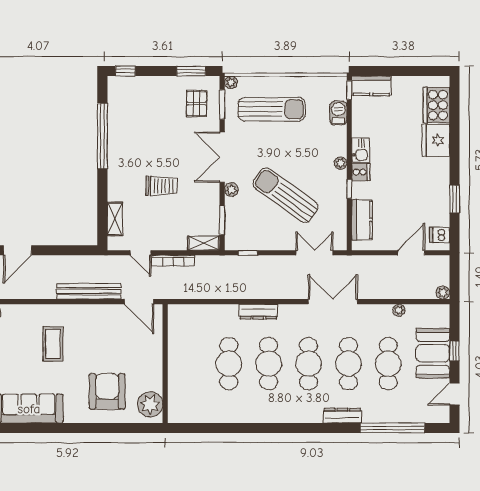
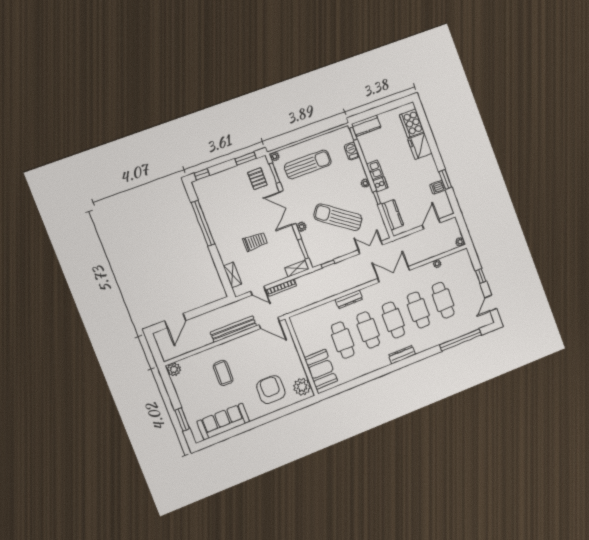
dishwasher: (439, 235) -> (438, 187), moved
booth: (433, 353) -> (321, 369), moved
dresser: (342, 416) -> (402, 355), moved

